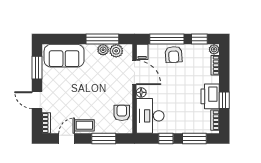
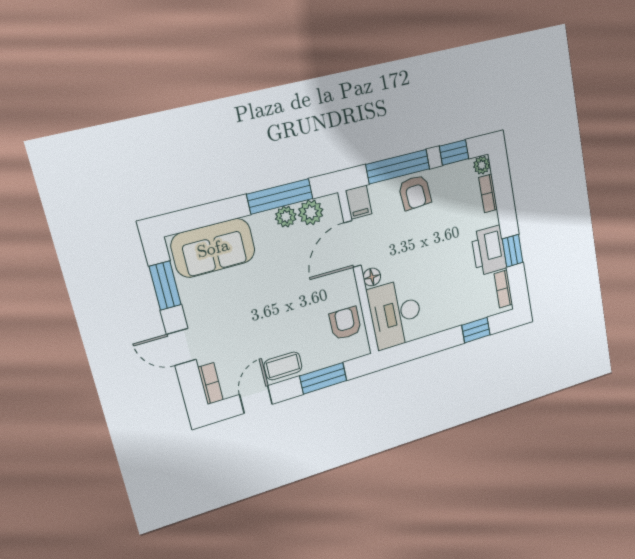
door: (134, 73) -> (353, 244), swing flipped
window: (166, 139) -> (430, 345), removed
window: (194, 139) -> (476, 330), width x0.67

